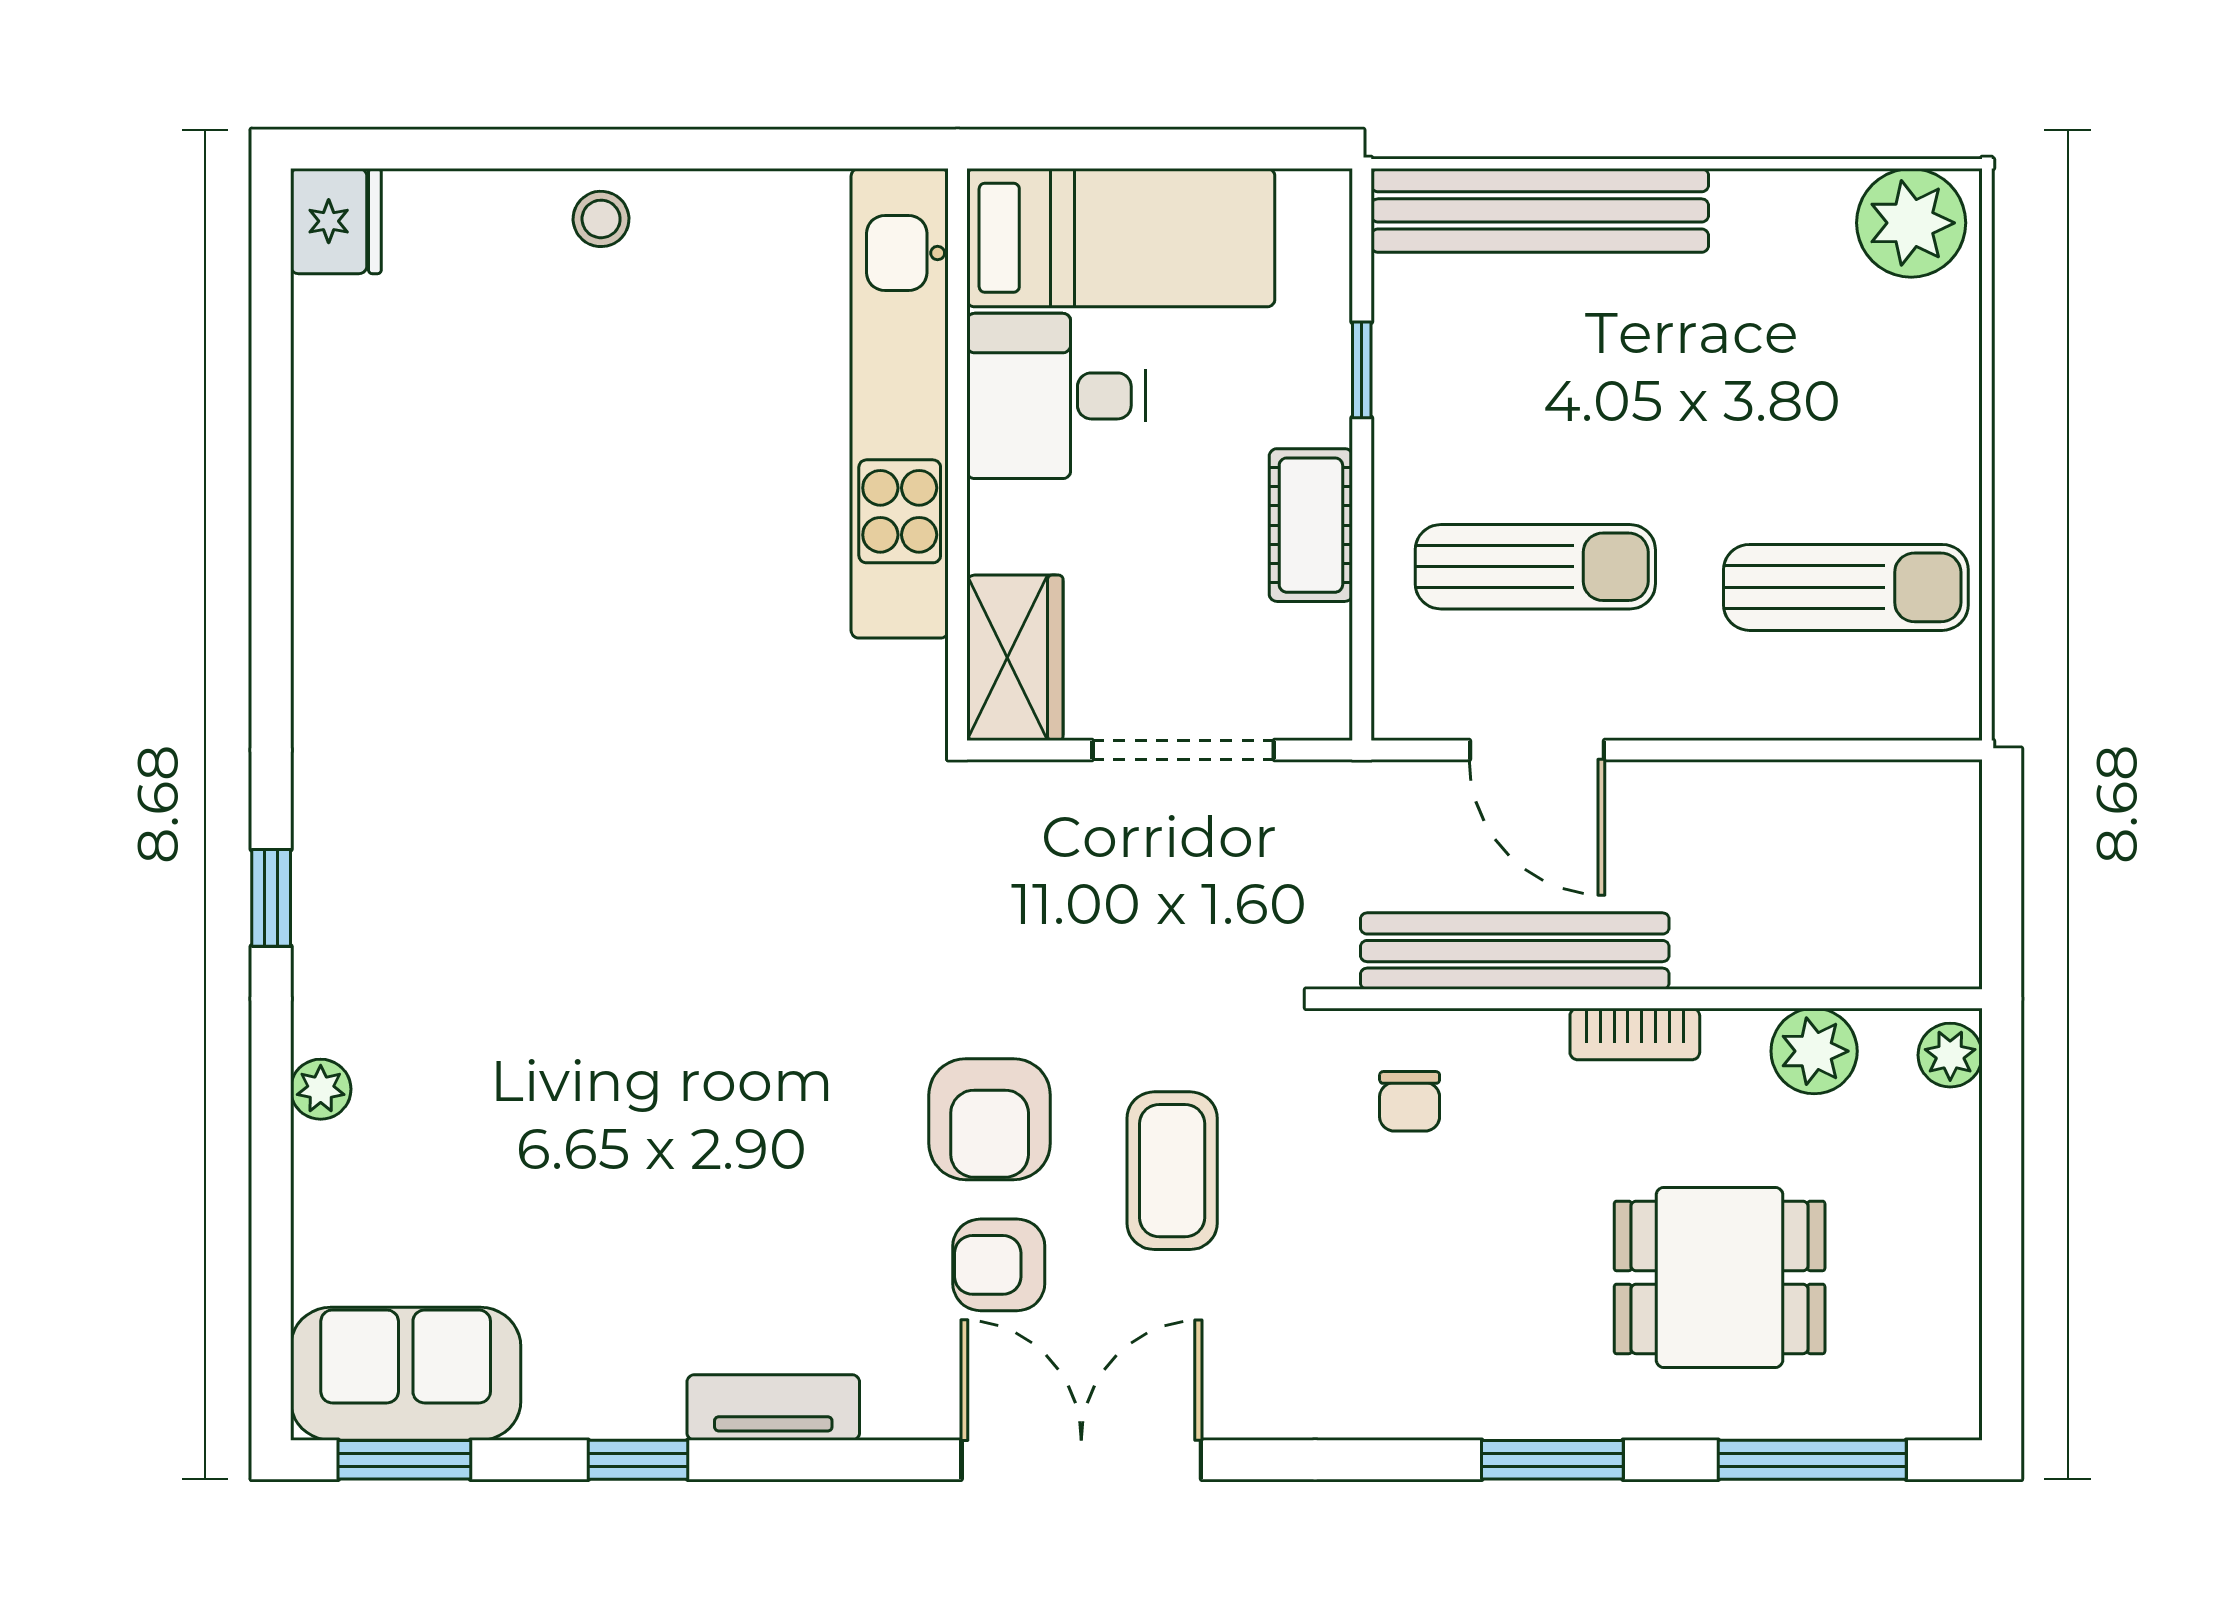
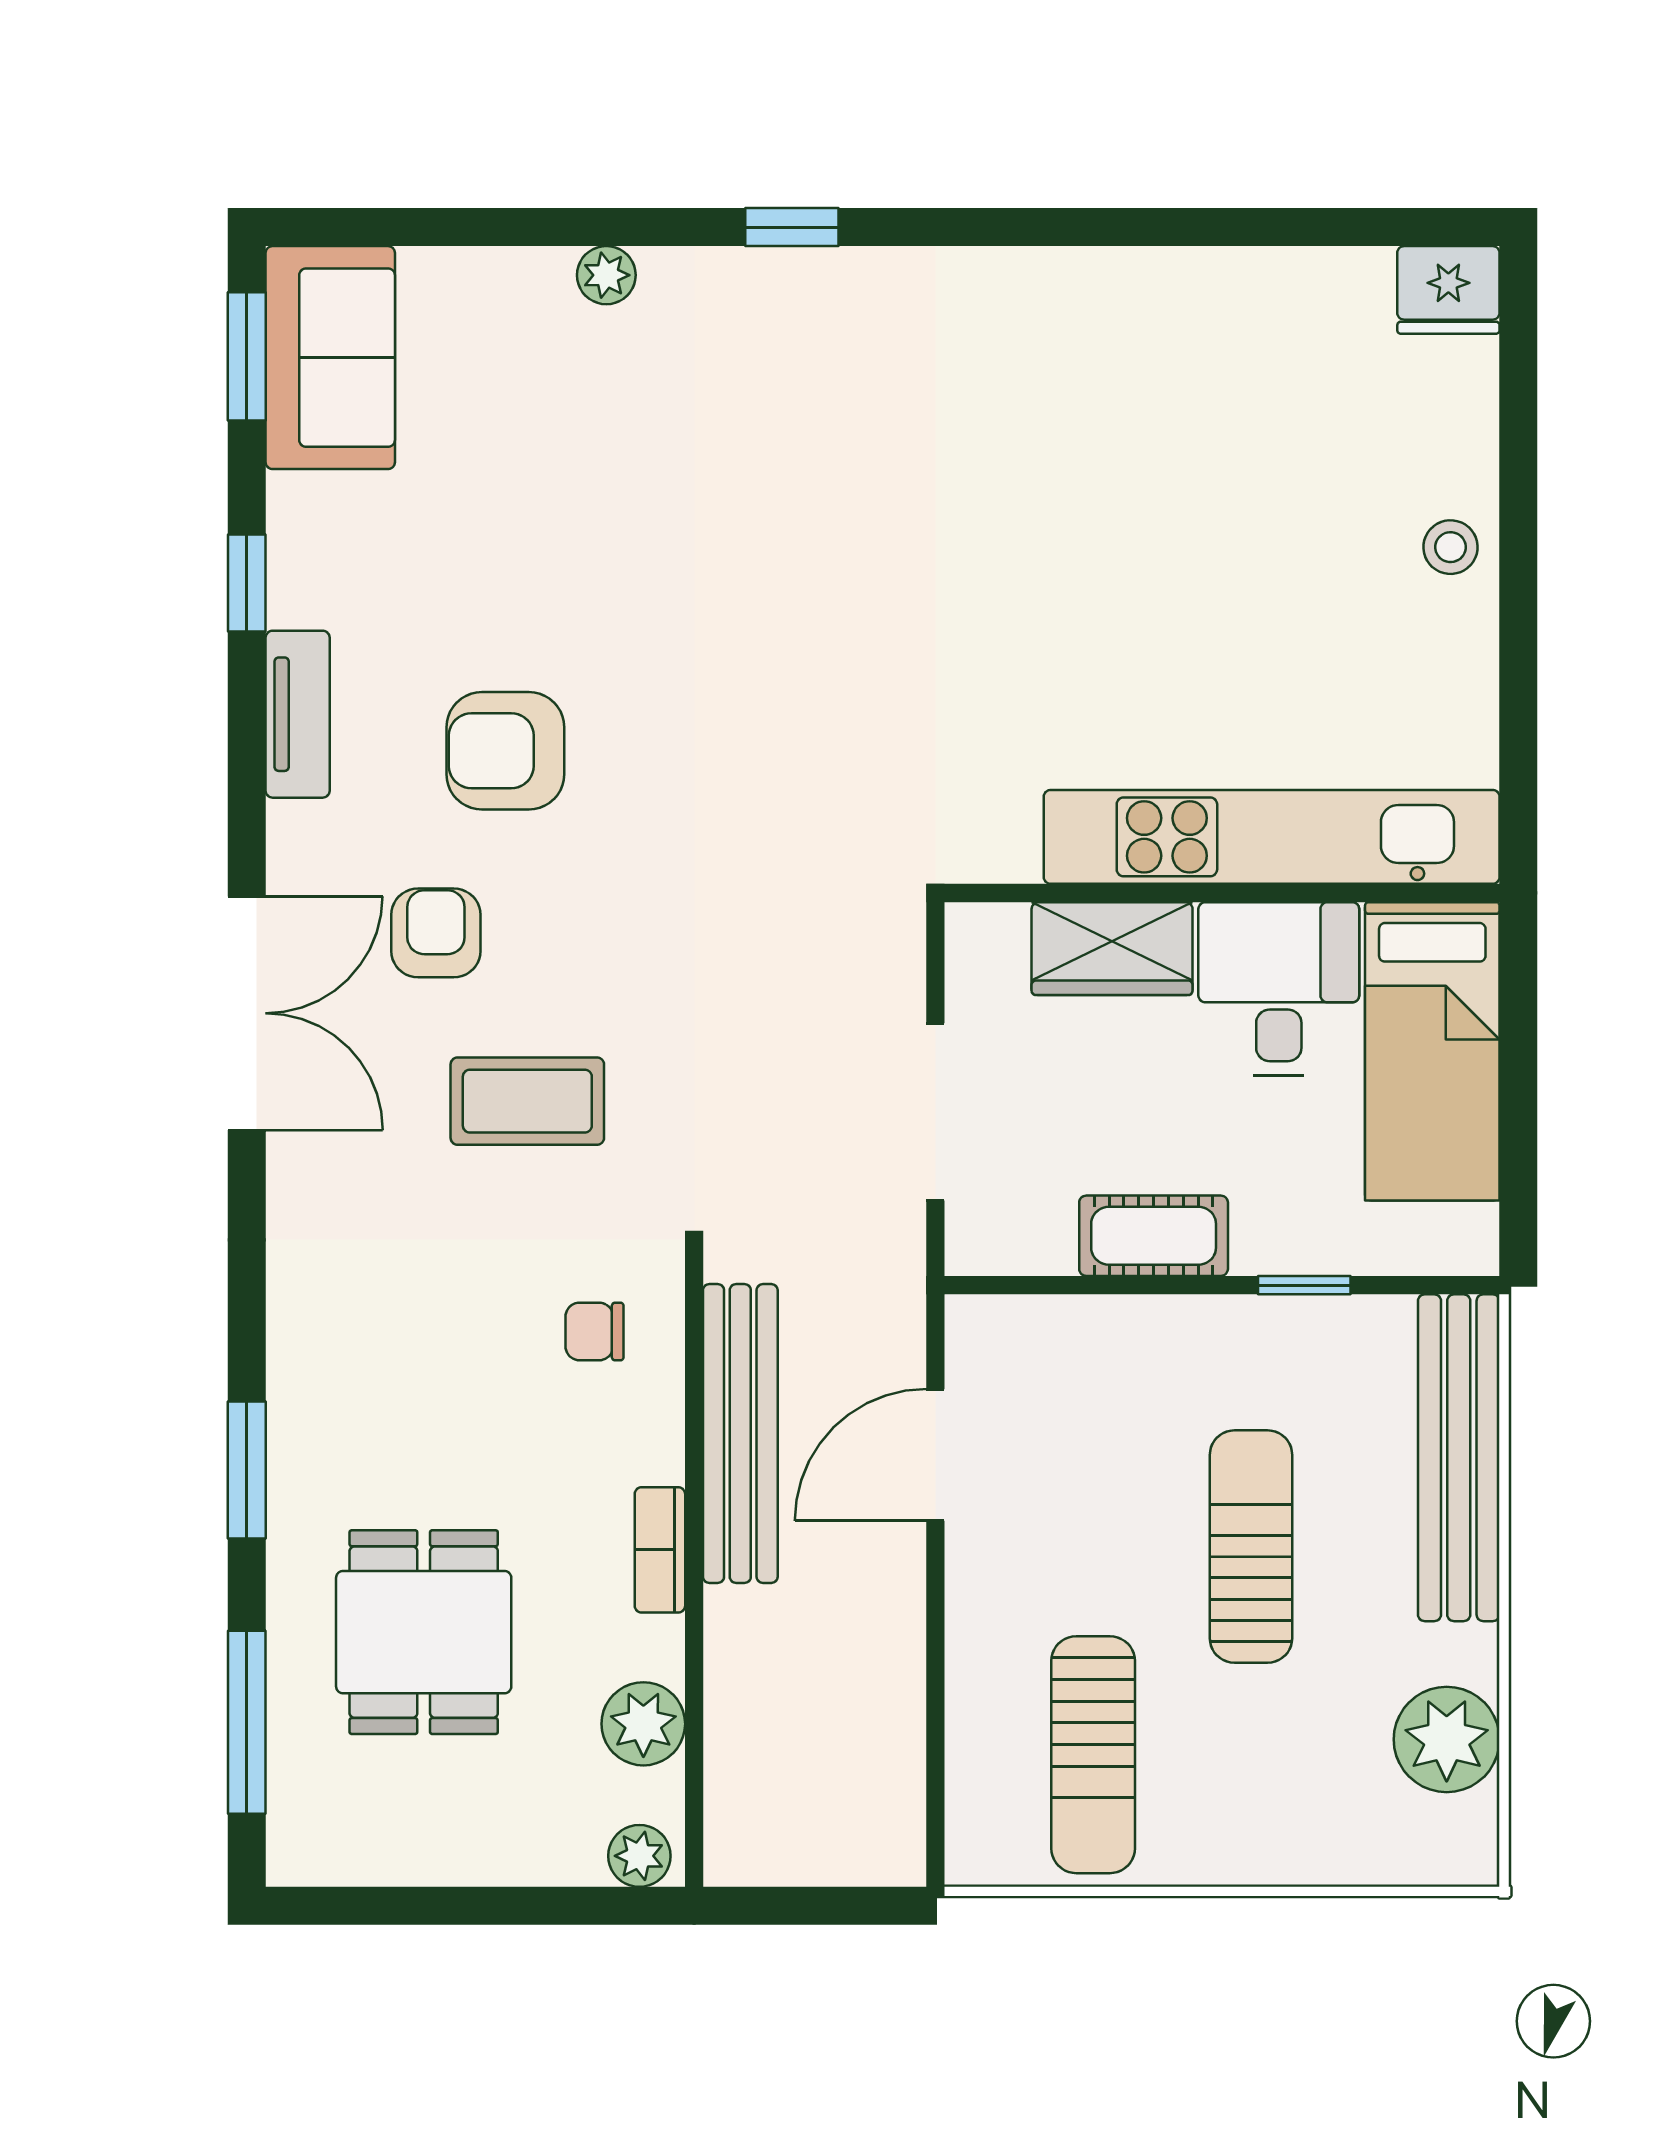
plant: (1911, 223) -> (1447, 1739), moved
sun lounger: (1535, 567) -> (1251, 1547), moved, turned 180
wardrobe: (1015, 658) -> (1112, 949), moved
armchair: (990, 1119) -> (505, 751), moved

